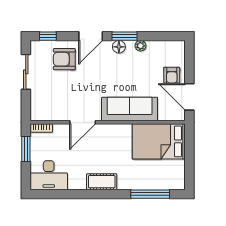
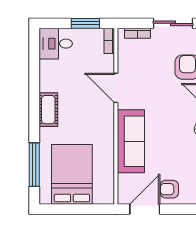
bookcase: (35, 103) -> (138, 33), added
bed: (159, 141) -> (72, 174), moved
desk: (49, 175) -> (56, 44), width x0.73

